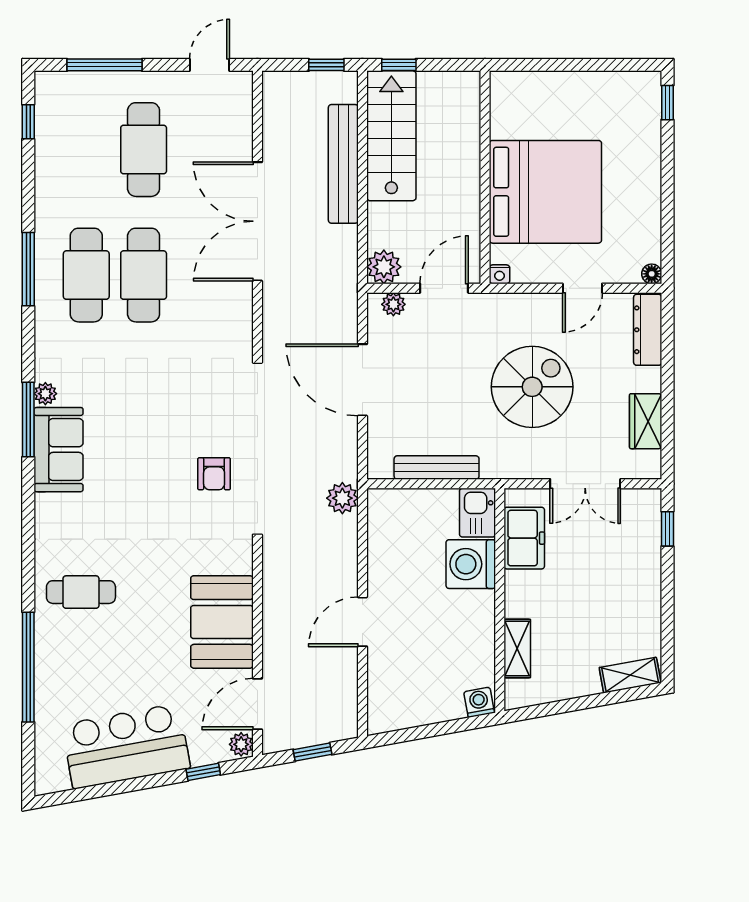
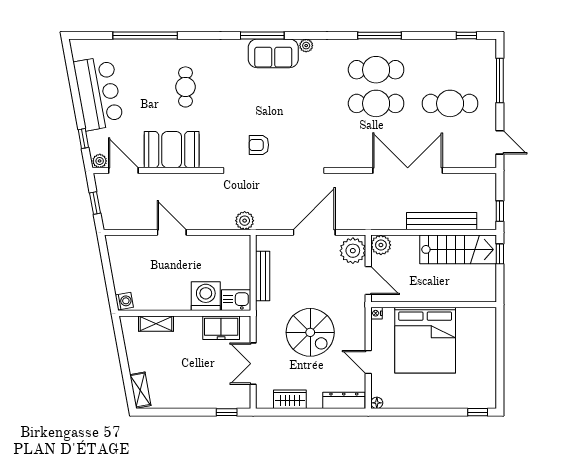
plant: (393, 304) -> (353, 251), width x1.88, depth x1.88
window: (28, 420) -> (262, 36), moved
cafe table: (81, 592) -> (185, 87), moved

